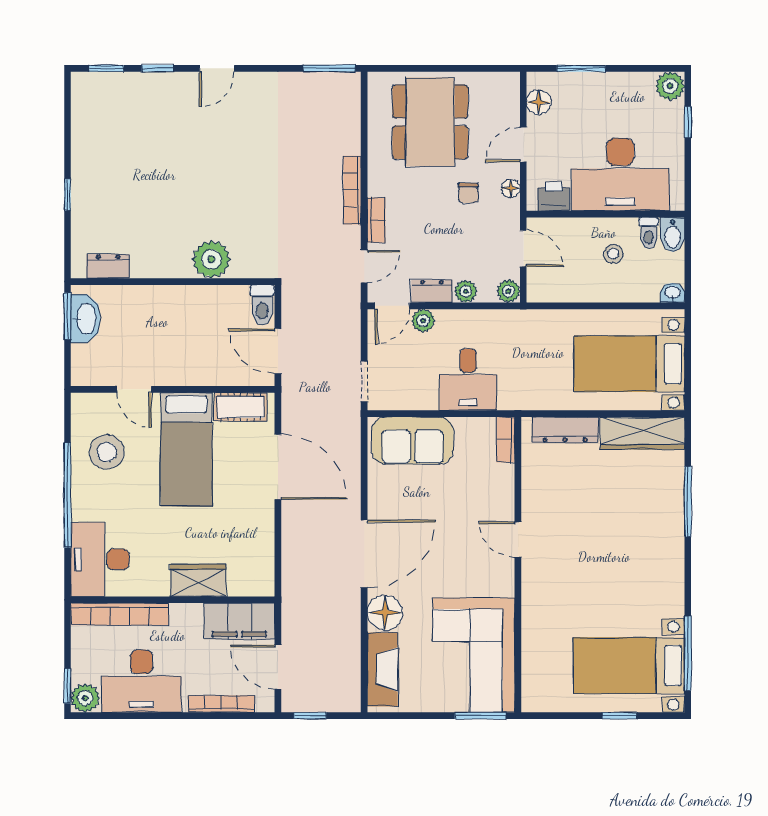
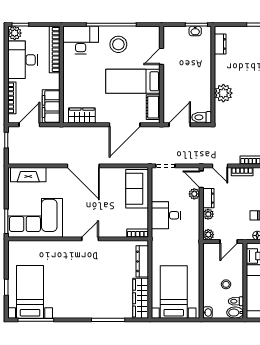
washbasin: (86, 319) -> (195, 31), width x0.52, depth x0.69
stool: (107, 452) -> (118, 44), moved
wardrobe: (198, 580) -> (82, 115), moved, turned -90
floor lamp: (385, 613) -> (55, 176), removed

